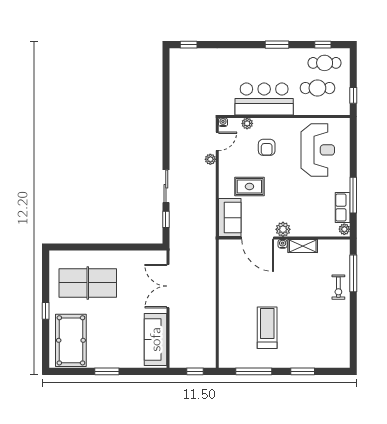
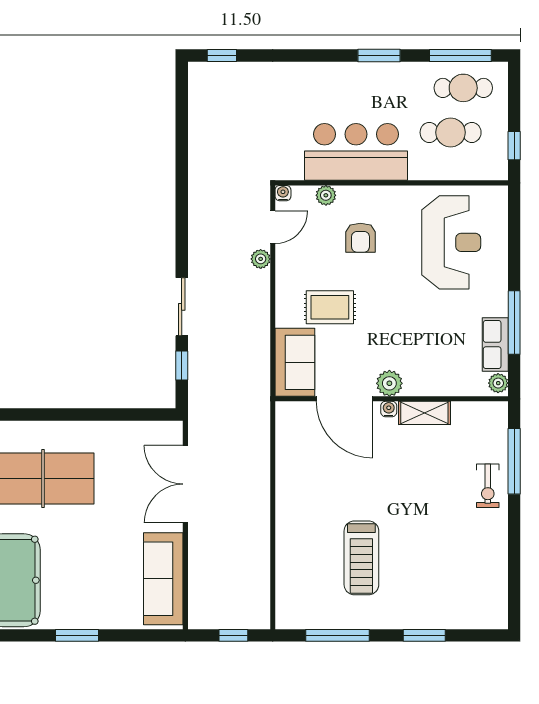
window: (323, 45) -> (460, 55), width x2.17
treadmill: (267, 328) -> (361, 558), turned 180

